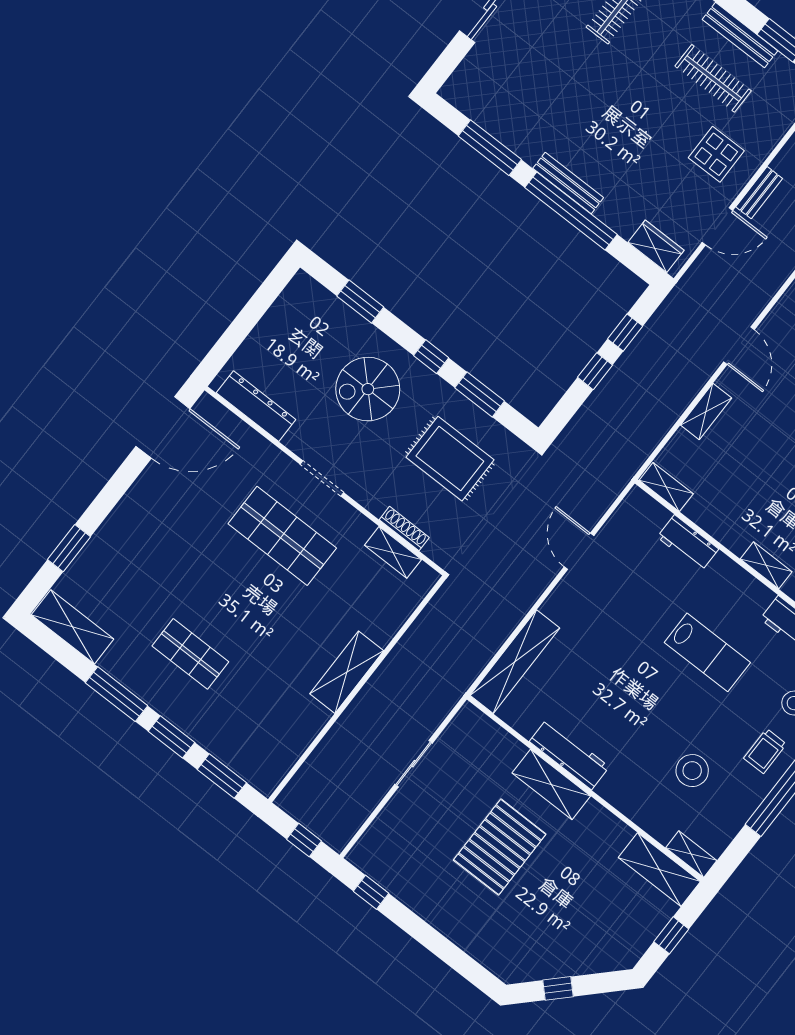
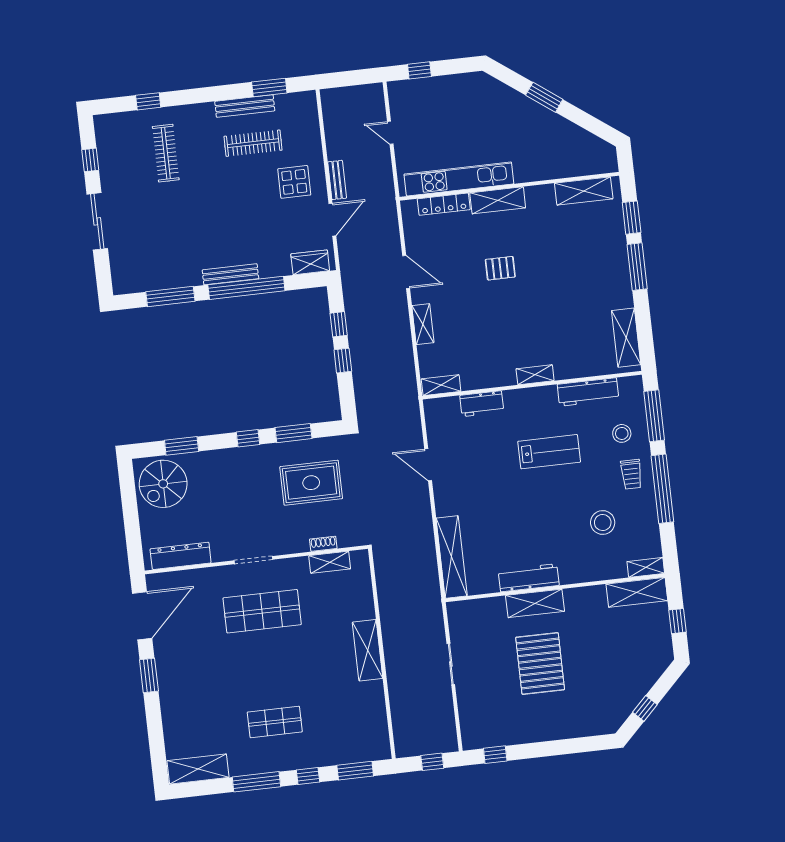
spiral stairs: (368, 389) -> (163, 484), moved
shoe rack: (404, 529) -> (323, 544), width x0.70
window: (69, 548) -> (149, 675), moved
window: (171, 737) -> (308, 776), width x0.67

